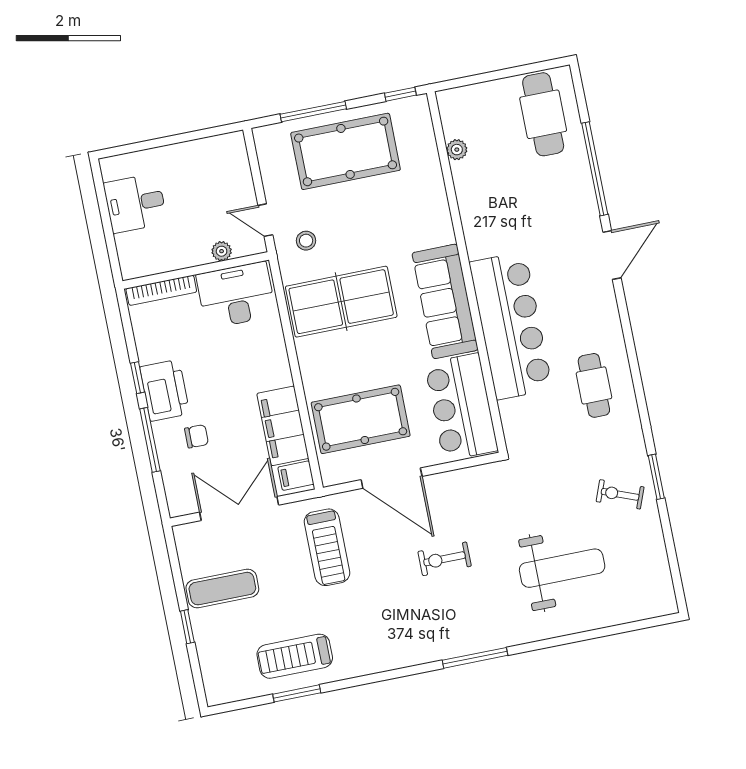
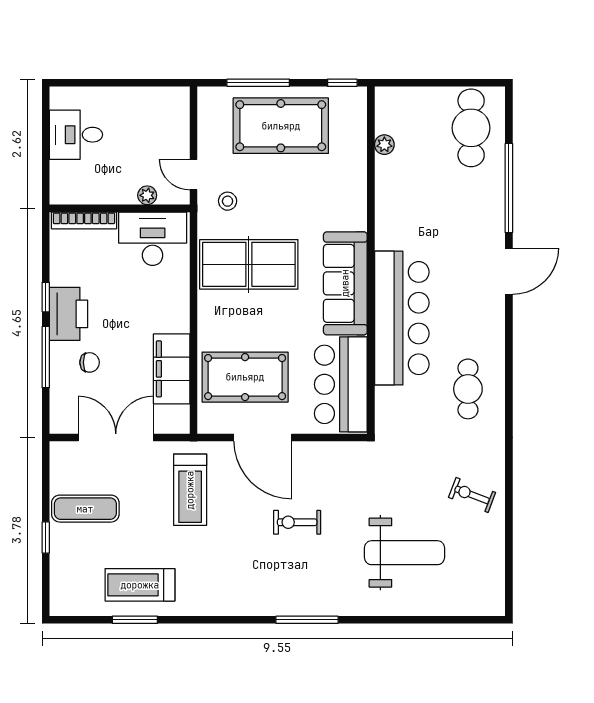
filing cabinet: (296, 476) -> (175, 417), removed
window: (656, 477) -> (509, 485), removed

